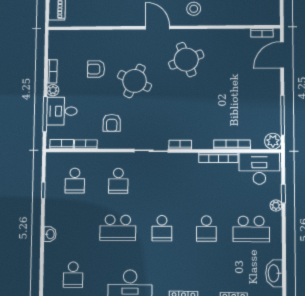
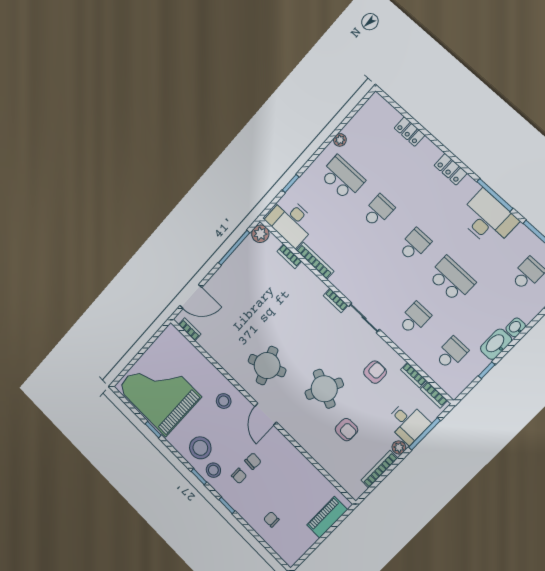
bookcase: (52, 71) -> (379, 469), width x1.56
bookcase: (232, 145) -> (289, 256), width x0.64
plant: (276, 205) -> (340, 140), moved
washbasin: (274, 273) -> (496, 344), moved, turned 180

